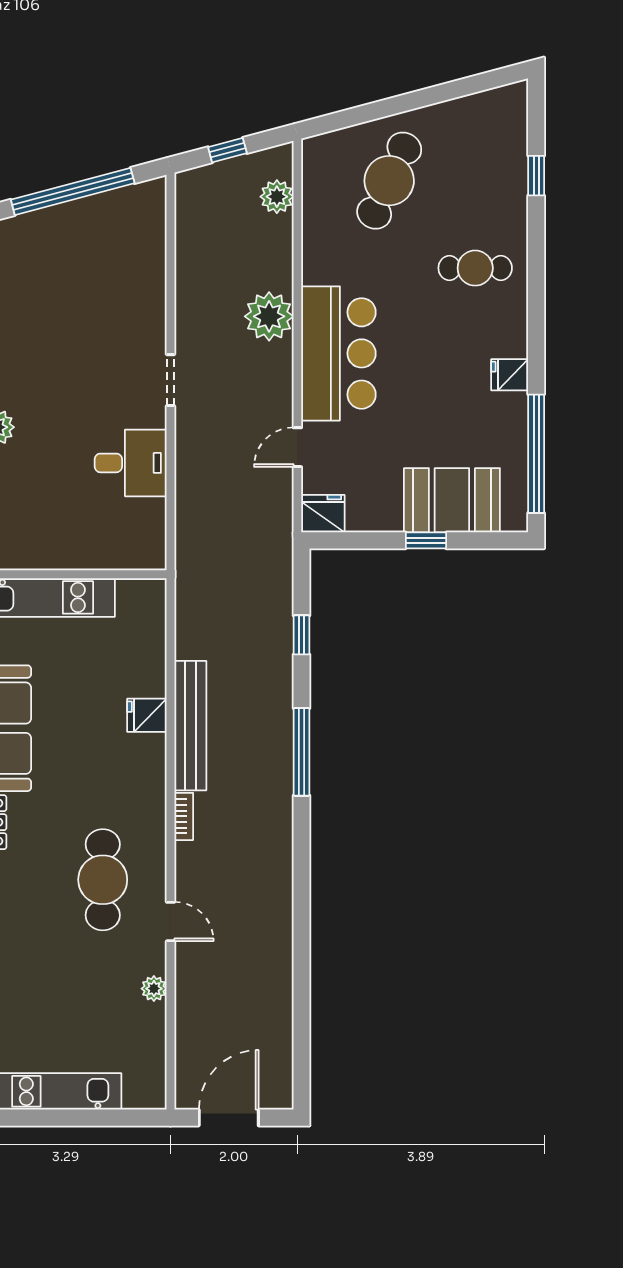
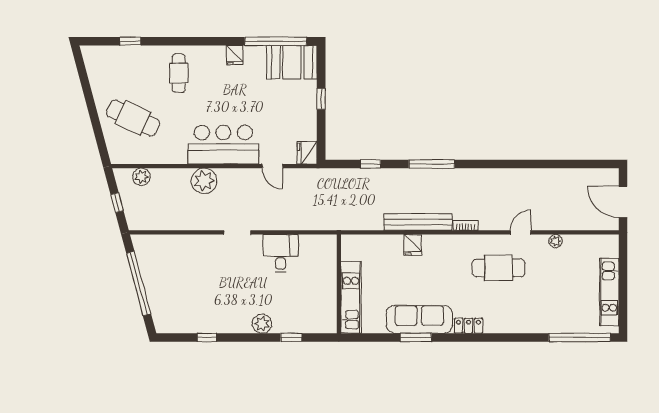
booth: (452, 500) -> (292, 62), moved, turned 90

